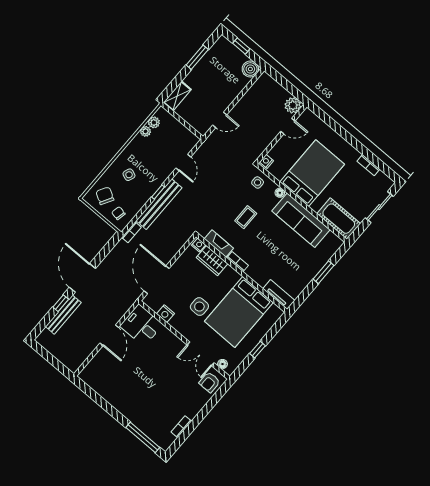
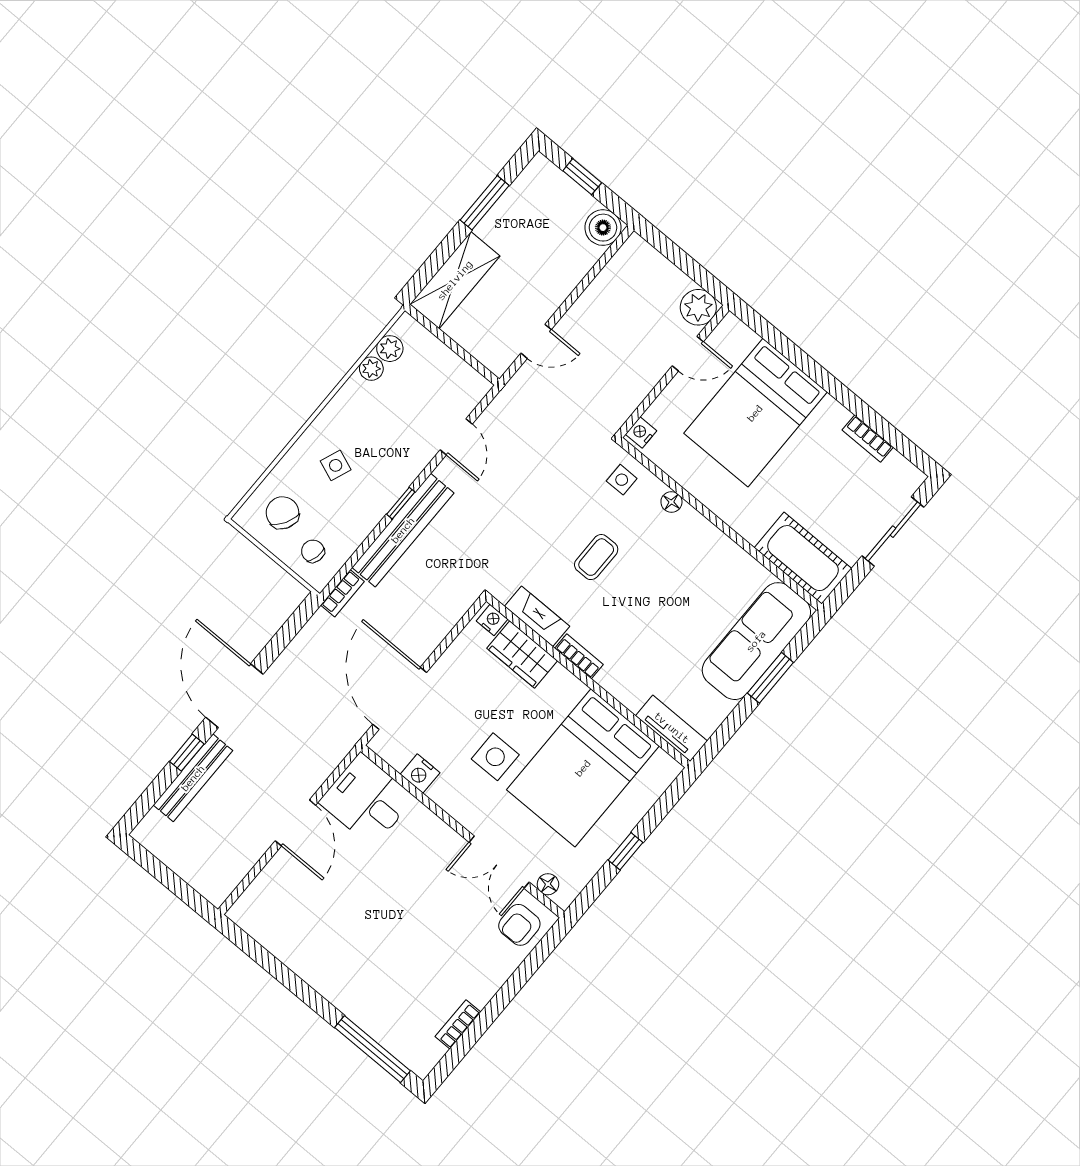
shelving: (177, 96) -> (455, 280), width x1.50, depth x1.33
bed: (312, 173) -> (755, 413), moved, turned 180
sofa: (301, 220) -> (756, 641), moved, turned 90

